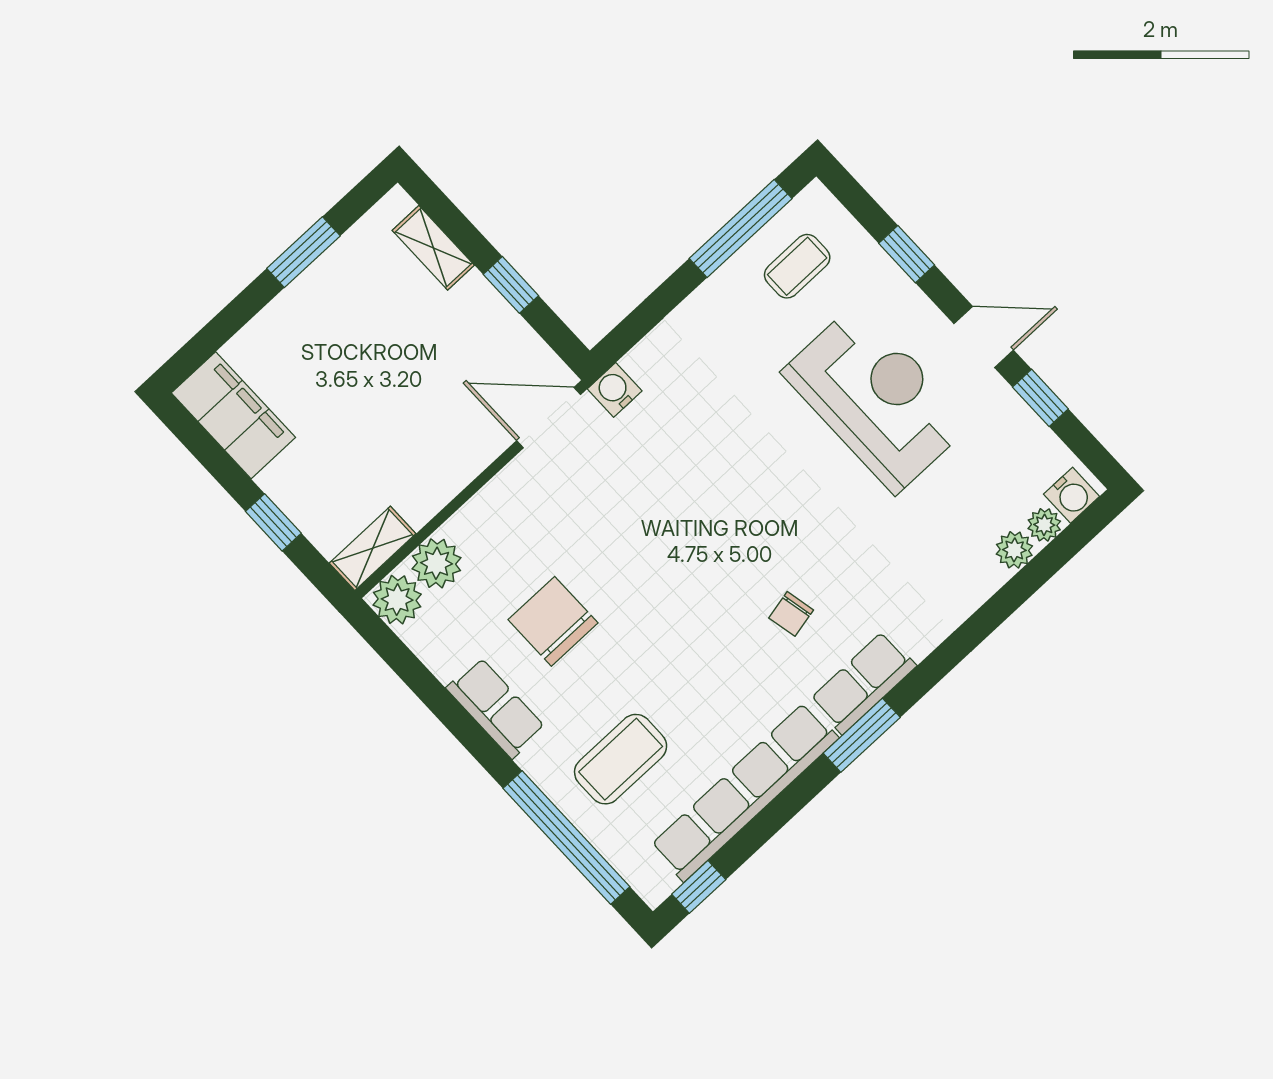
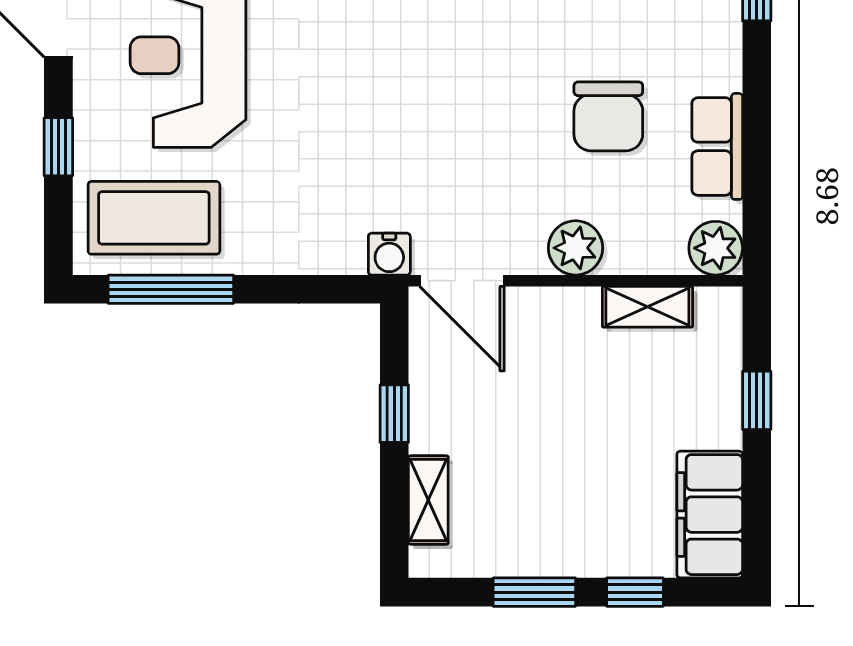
coffee table: (797, 266) -> (154, 218), width x1.86, depth x1.72
window: (235, 316) -> (635, 592), added
shelving: (373, 548) -> (647, 307), moved
plant: (437, 563) -> (576, 248), moved
row of seats: (496, 708) -> (717, 146), moved

